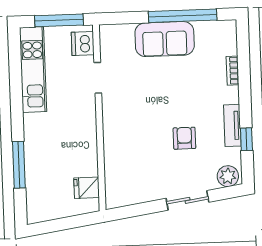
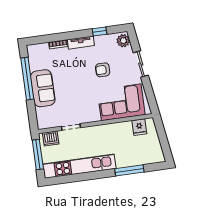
kitchen unit: (33, 70) -> (79, 166), width x1.36
tv unit: (232, 125) -> (81, 43), moved
corner sofa: (129, 163) -> (121, 102), added

